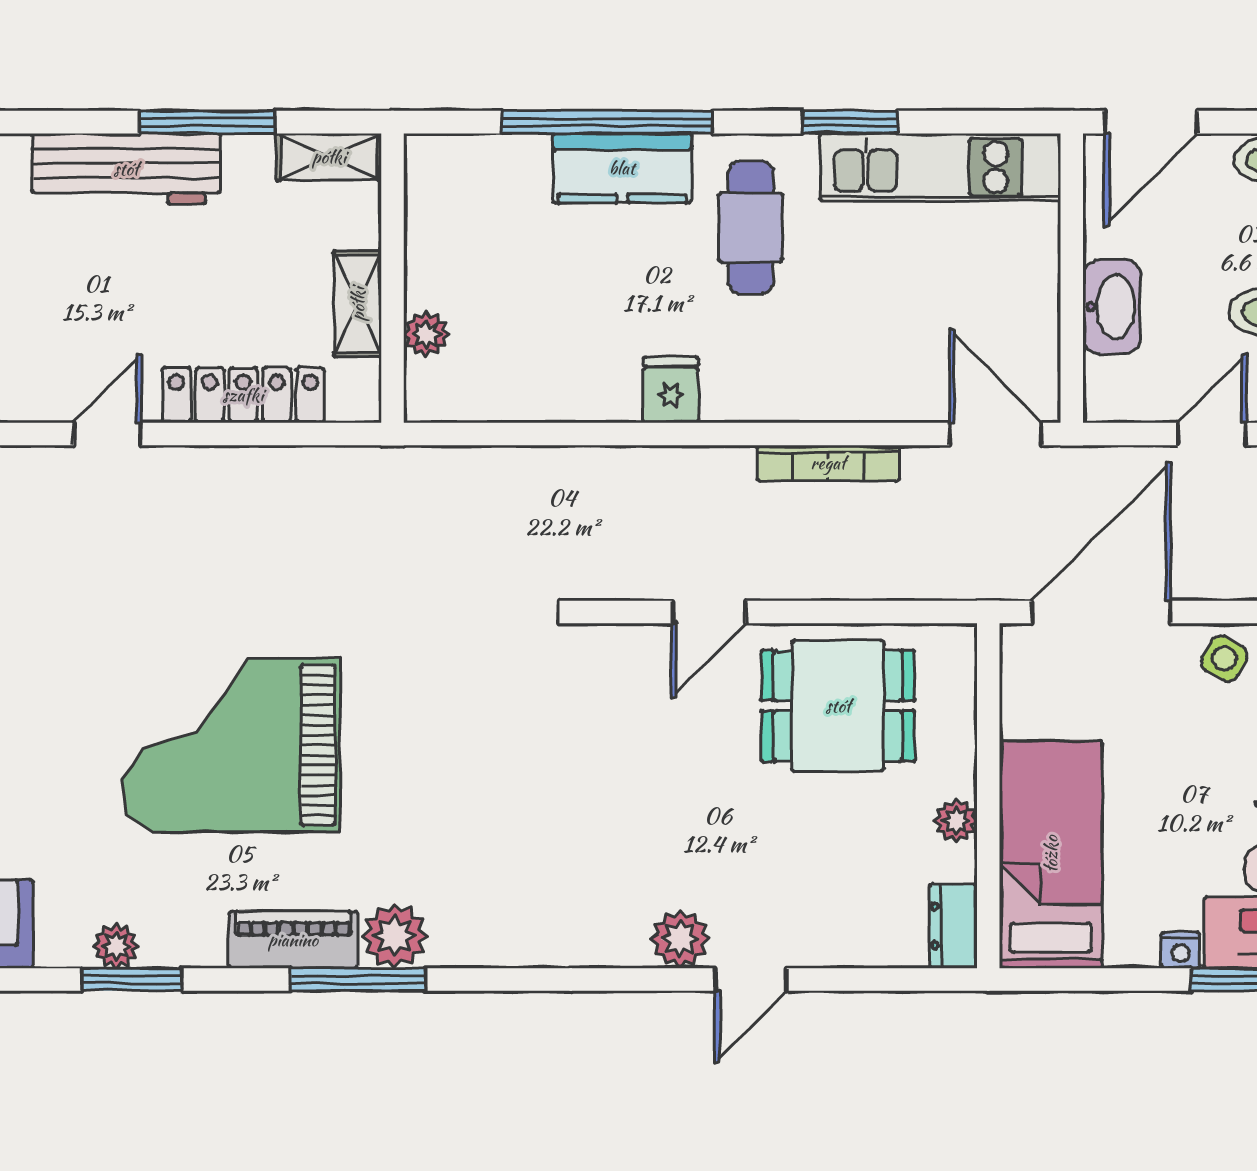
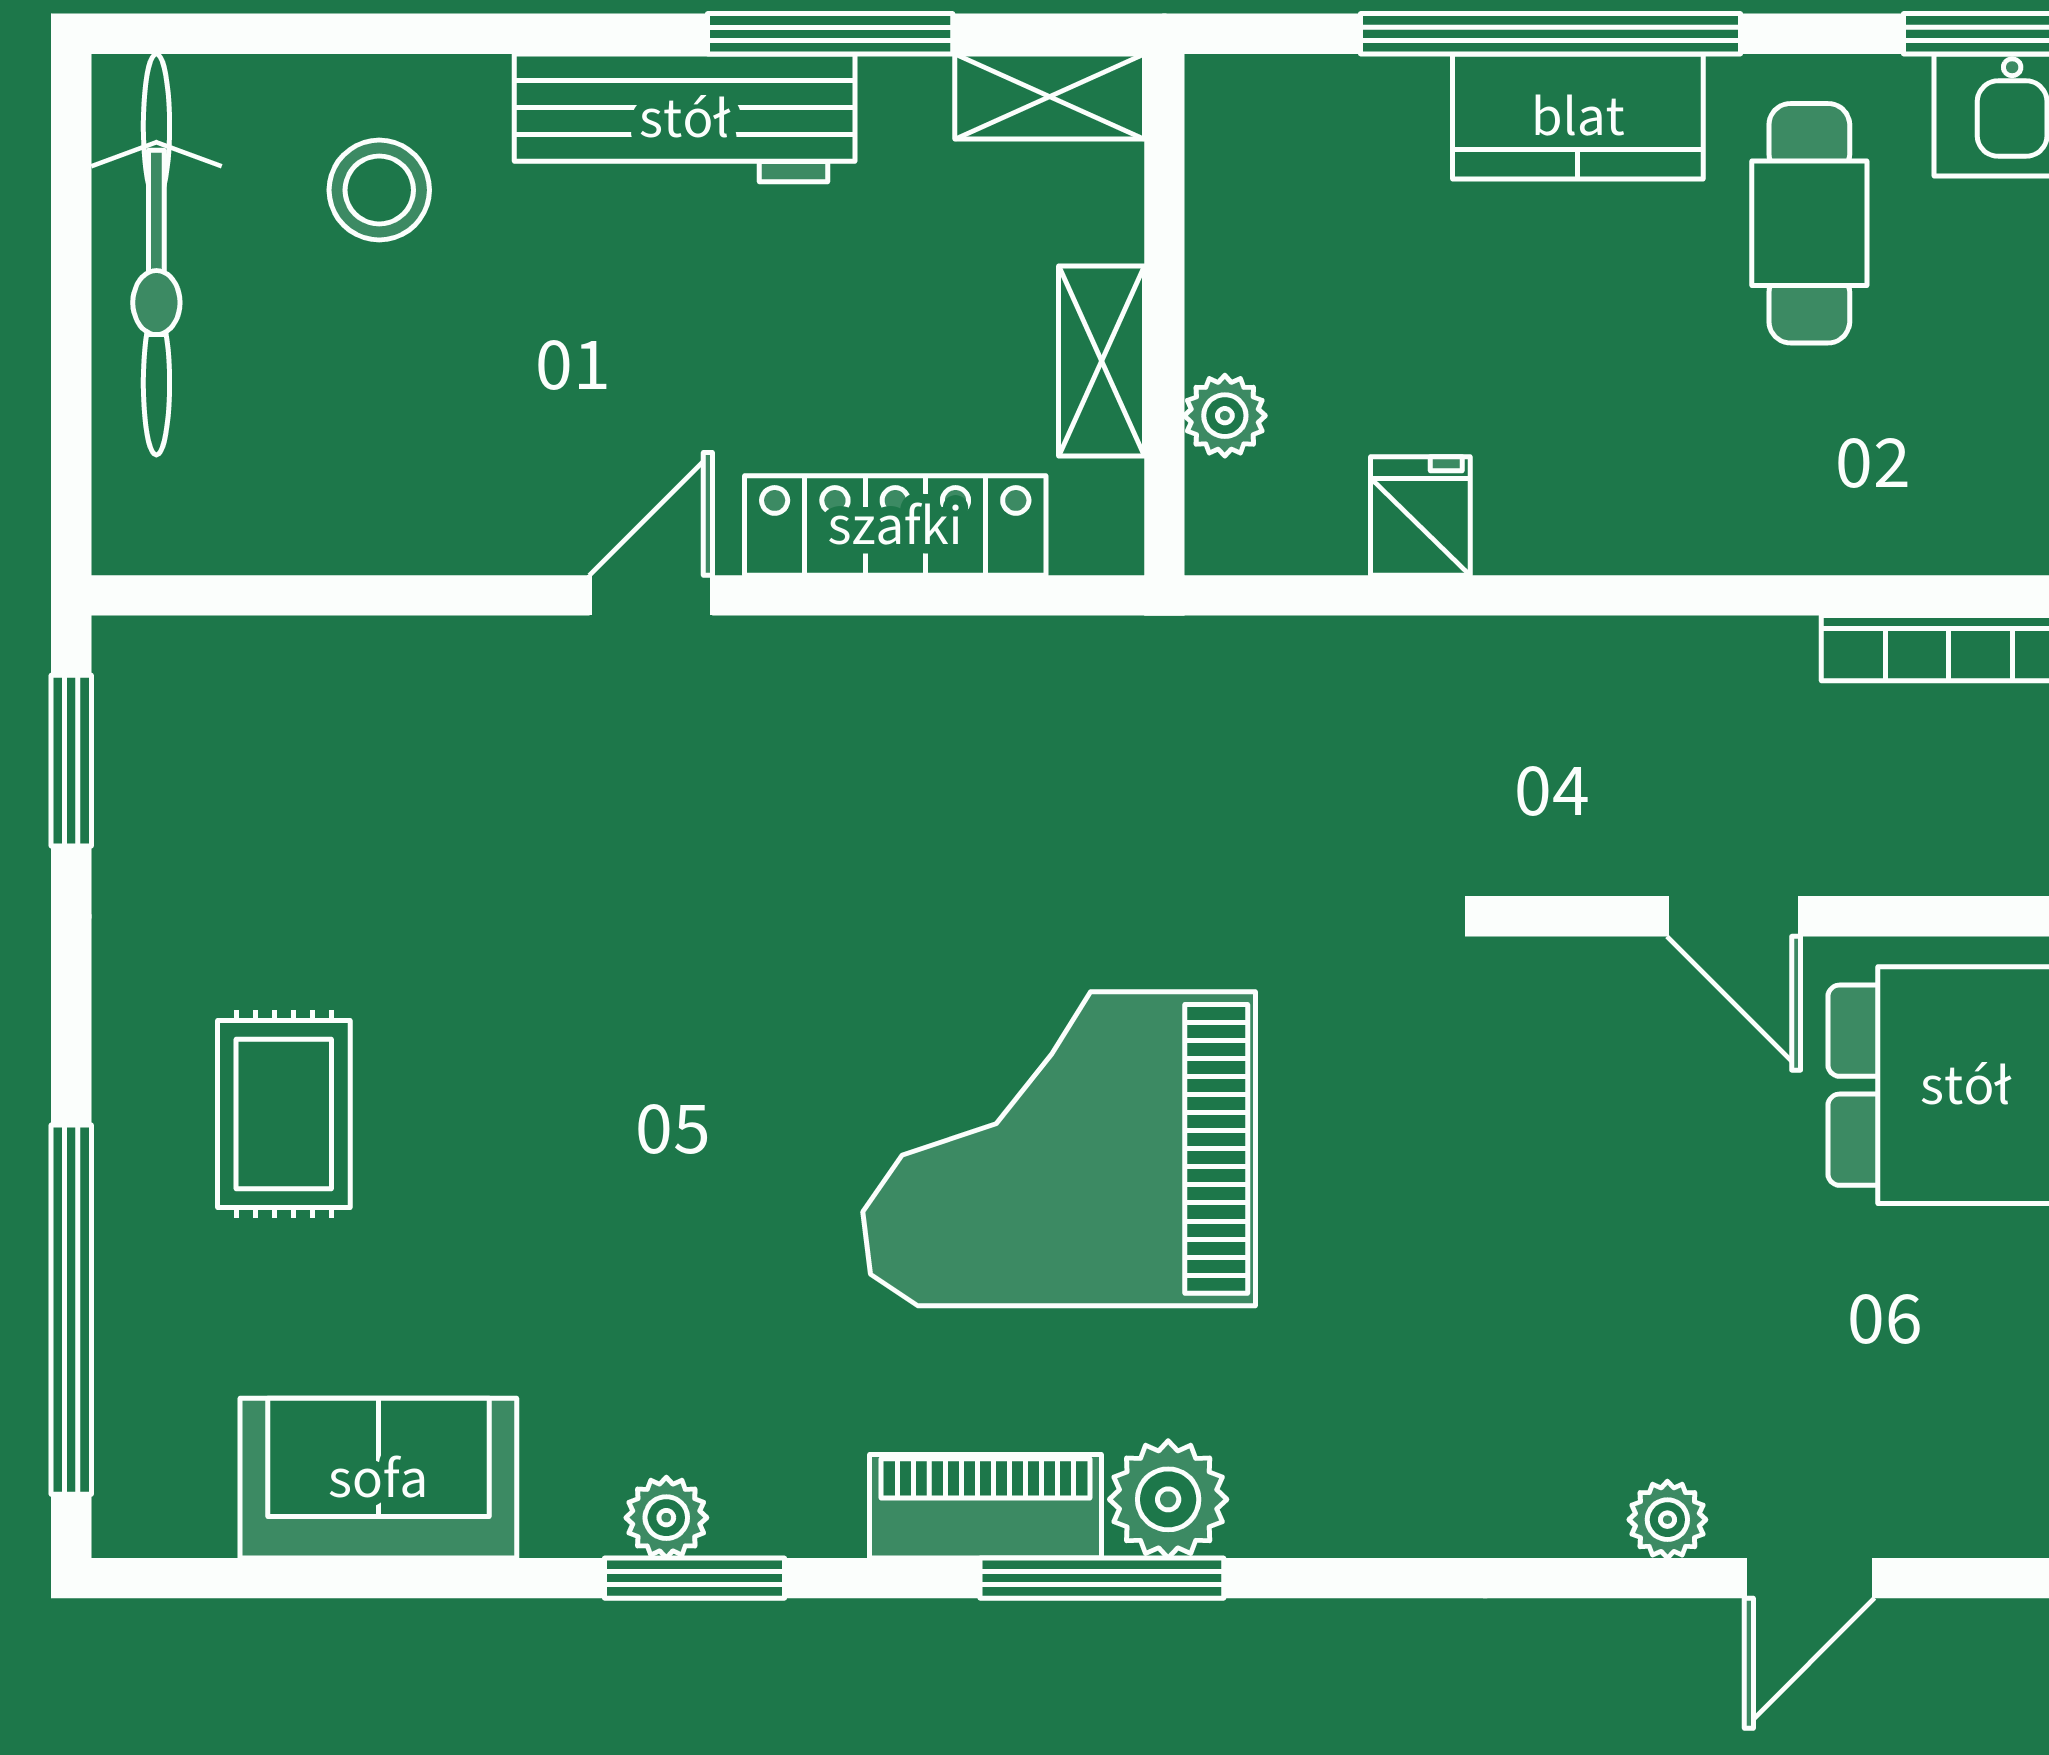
fridge: (671, 390) -> (1420, 516), moved
door: (709, 612) -> (1734, 916), hinge flipped
grand piano: (231, 745) -> (1059, 1149), moved
plant: (680, 939) -> (1667, 1520), width x0.73, depth x0.73

